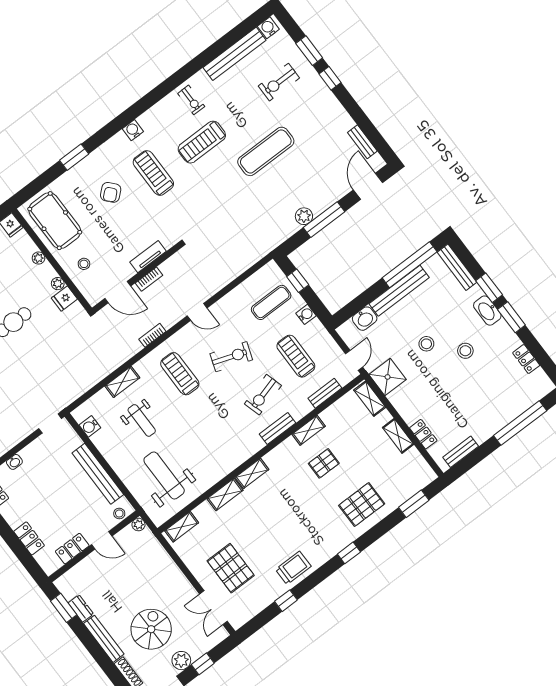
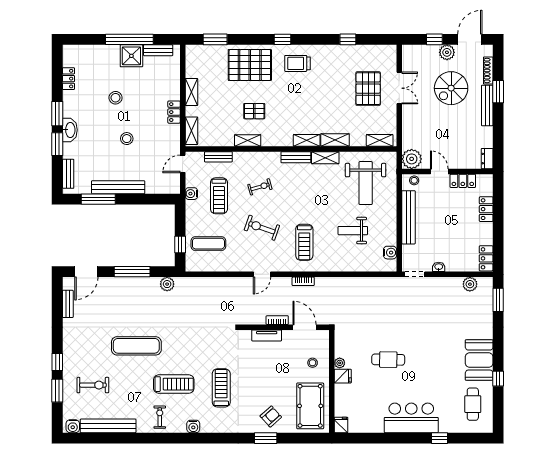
water cooler: (133, 130) -> (193, 426), moved
treadmill: (153, 173) -> (221, 388), turned 180
armchair: (111, 192) -> (271, 416), moved
plant: (304, 216) -> (167, 284), moved
plant: (38, 258) -> (340, 389), removed
window: (410, 265) -> (98, 199), width x0.68
bench: (457, 267) -> (68, 174), width x0.73
fridge: (64, 299) -> (343, 376), moved
door: (197, 312) -> (262, 274), swing flipped
water cooler: (306, 314) -> (191, 194), moved
washbasin: (365, 319) -> (155, 186), removed
stool: (465, 351) -> (116, 98), moved
shower: (388, 377) -> (131, 56), moved
shelving: (122, 382) -> (325, 158), moved
exercise bike: (263, 395) -> (260, 187), width x0.73, depth x0.72
weight bench: (142, 420) -> (353, 231), turned -90
window: (520, 423) -> (129, 39), moved
bench: (278, 428) -> (296, 157), moved
locker: (423, 434) -> (174, 112), moved
washbasin: (14, 462) -> (439, 267), moved
pallet: (362, 505) -> (250, 65), width x1.37, depth x1.41
plant: (138, 525) -> (412, 159), width x1.88, depth x1.88
trolley: (293, 568) -> (297, 63), moved
window: (64, 608) -> (498, 92), moved
dresser: (81, 608) -> (487, 159), moved
double door: (214, 608) -> (399, 88), moved

